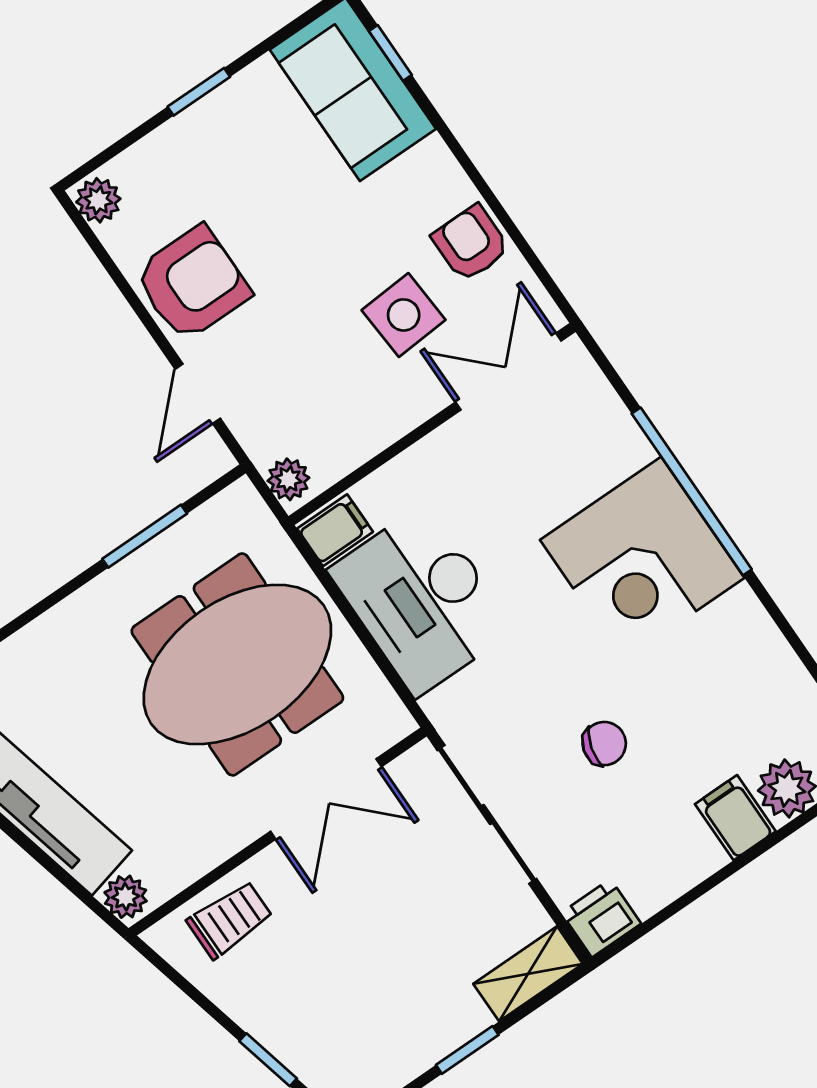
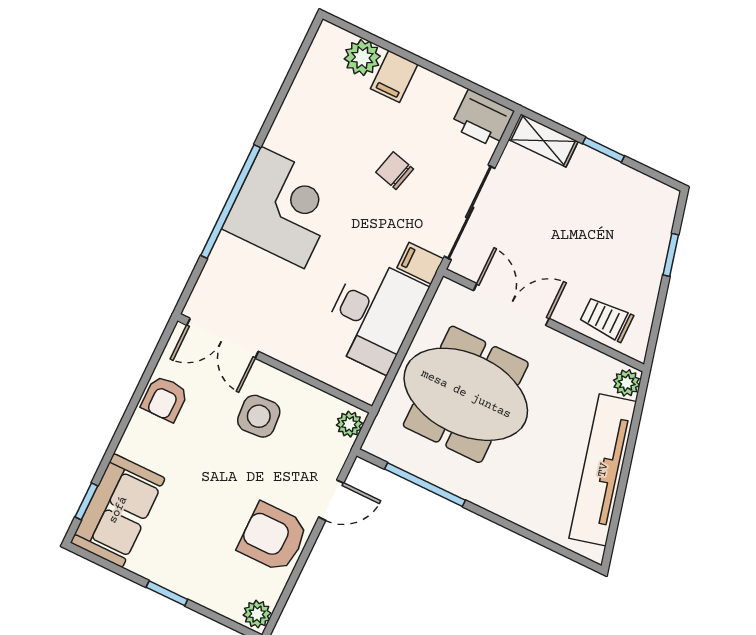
side table: (404, 315) -> (259, 416), moved
filing cabinet: (335, 530) -> (420, 263), moved
window: (145, 536) -> (425, 485), width x1.44
printer: (601, 918) -> (482, 119), width x1.36, depth x1.24

